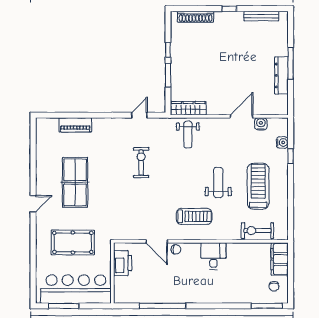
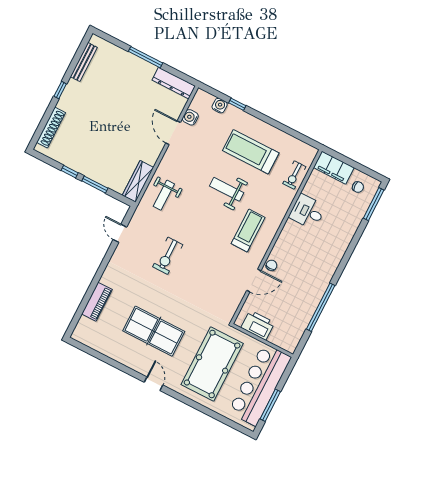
dresser: (281, 75) -> (174, 83), moved
weight bench: (188, 135) -> (164, 195), turned 90
exercise bike: (141, 163) -> (168, 256), turned -90
exercise bike: (257, 231) -> (294, 175), width x0.73, depth x0.72
pool table: (73, 242) -> (212, 364), width x1.36, depth x1.32
desk: (213, 256) -> (307, 212), moved

